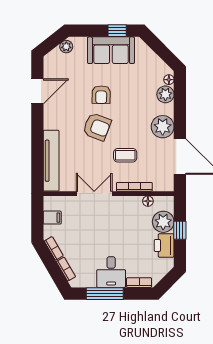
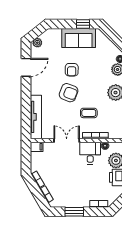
plant: (66, 47) -> (37, 43), moved
filing cabinet: (52, 218) -> (37, 147), moved
desk: (111, 272) -> (90, 153), moved, turned 180
window: (105, 294) -> (74, 212), width x0.69

